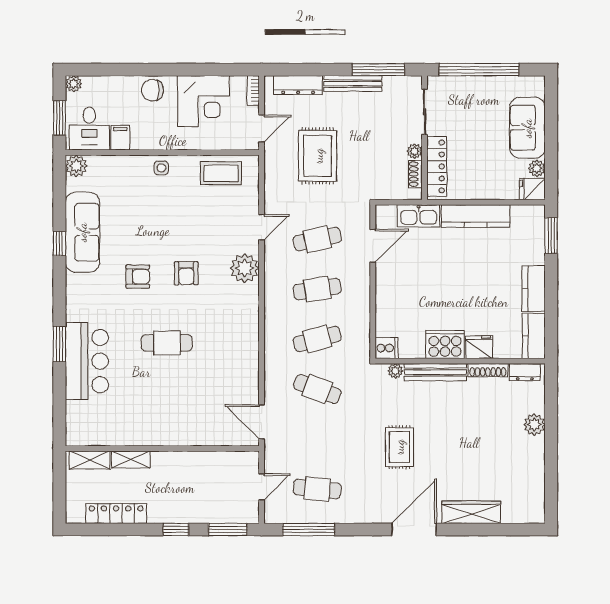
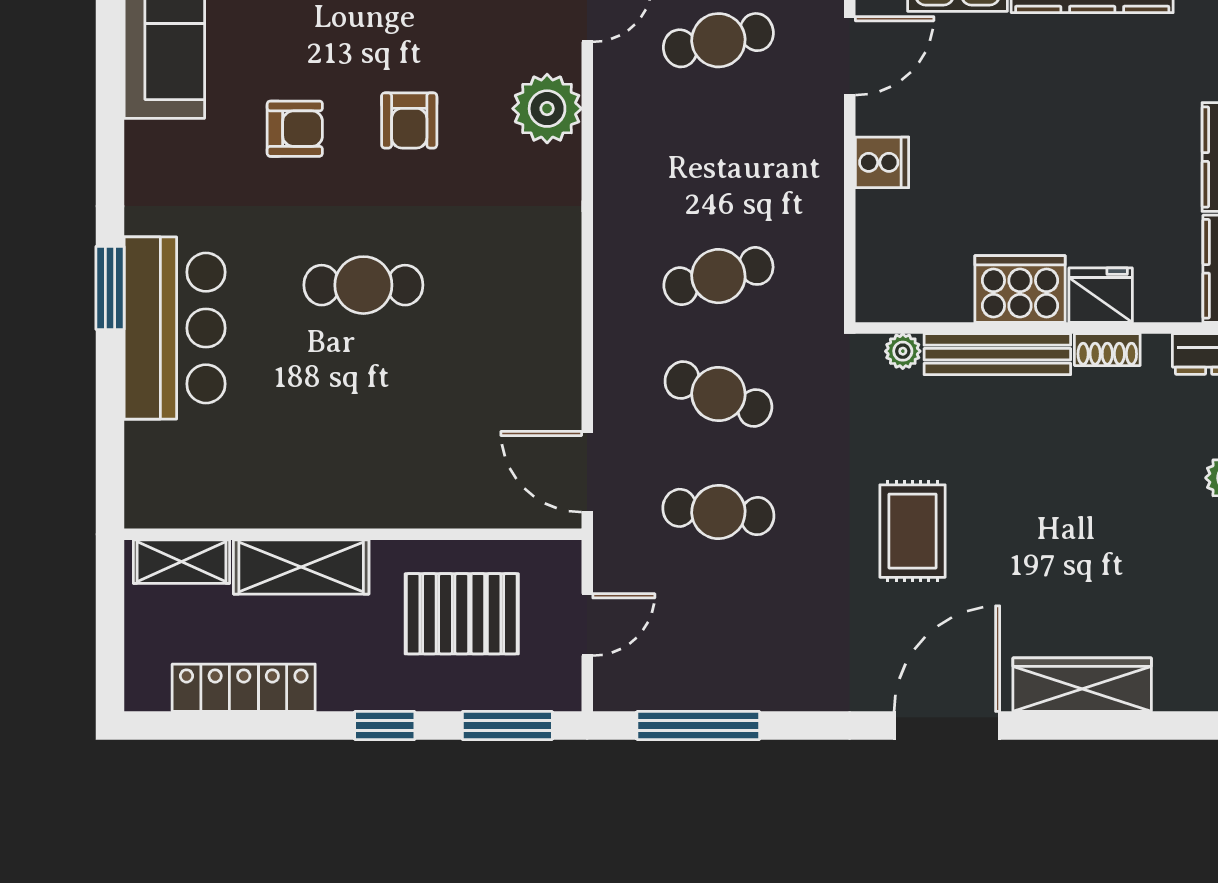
window: (59, 244) -> (110, 51), removed
cafe table: (317, 289) -> (718, 158), removed
cooker: (386, 348) -> (882, 162), moved
shoe rack: (488, 370) -> (1107, 350), width x0.70
shelving: (131, 459) -> (301, 567), width x1.50, depth x1.33
pallet: (208, 482) -> (462, 614), added
cafe table: (317, 489) -> (718, 512), moved

